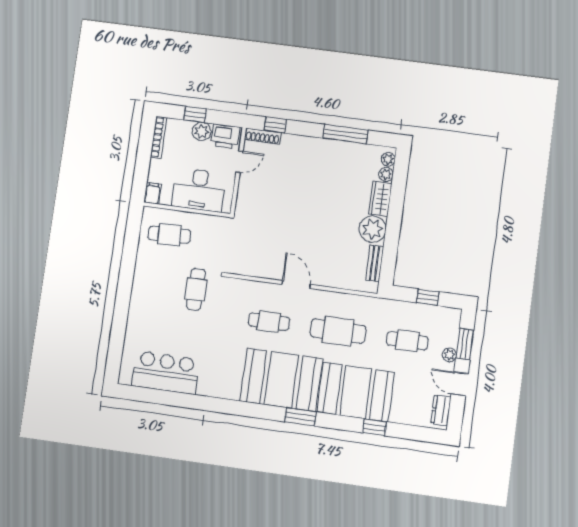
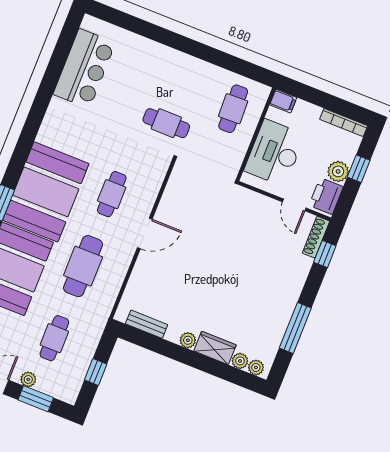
plant: (373, 229) -> (188, 340), width x0.53, depth x0.53

